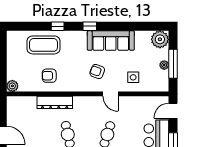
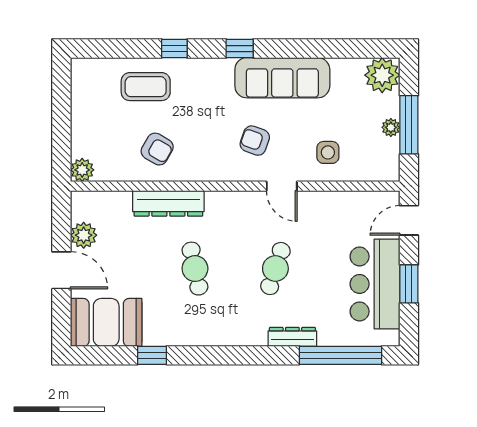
coffee table: (44, 45) -> (146, 87), width x0.73, depth x0.76
armchair: (49, 76) -> (157, 149), turned -150
plant: (13, 118) -> (84, 235), added

